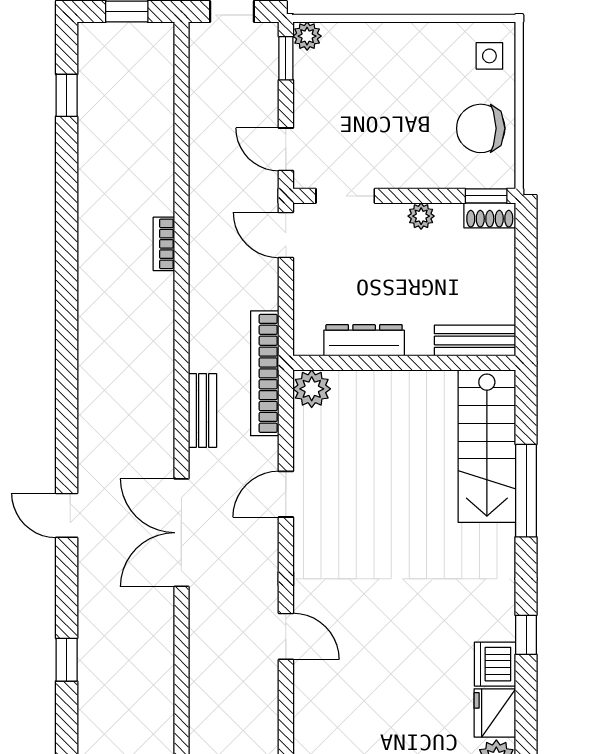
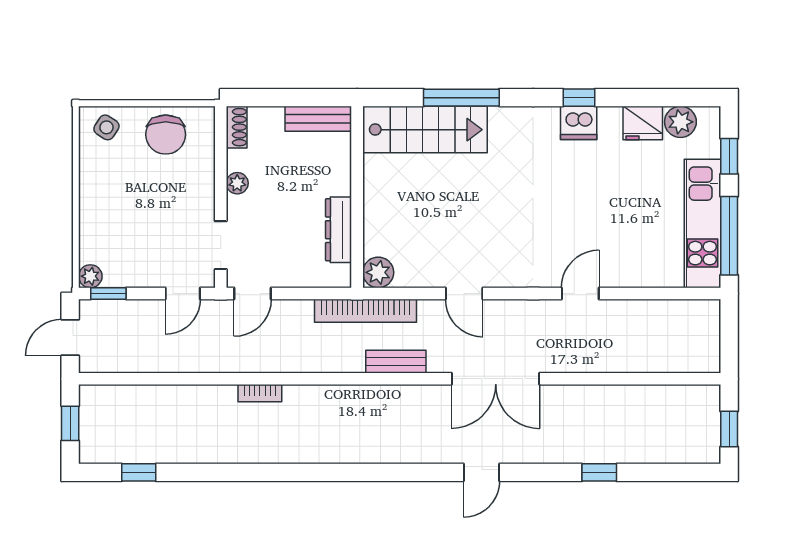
side table: (489, 56) -> (106, 127), turned 33
window: (486, 196) -> (221, 130), removed
bench: (475, 341) -> (318, 119), moved, turned 90
dishwasher: (495, 664) -> (579, 123), moved

